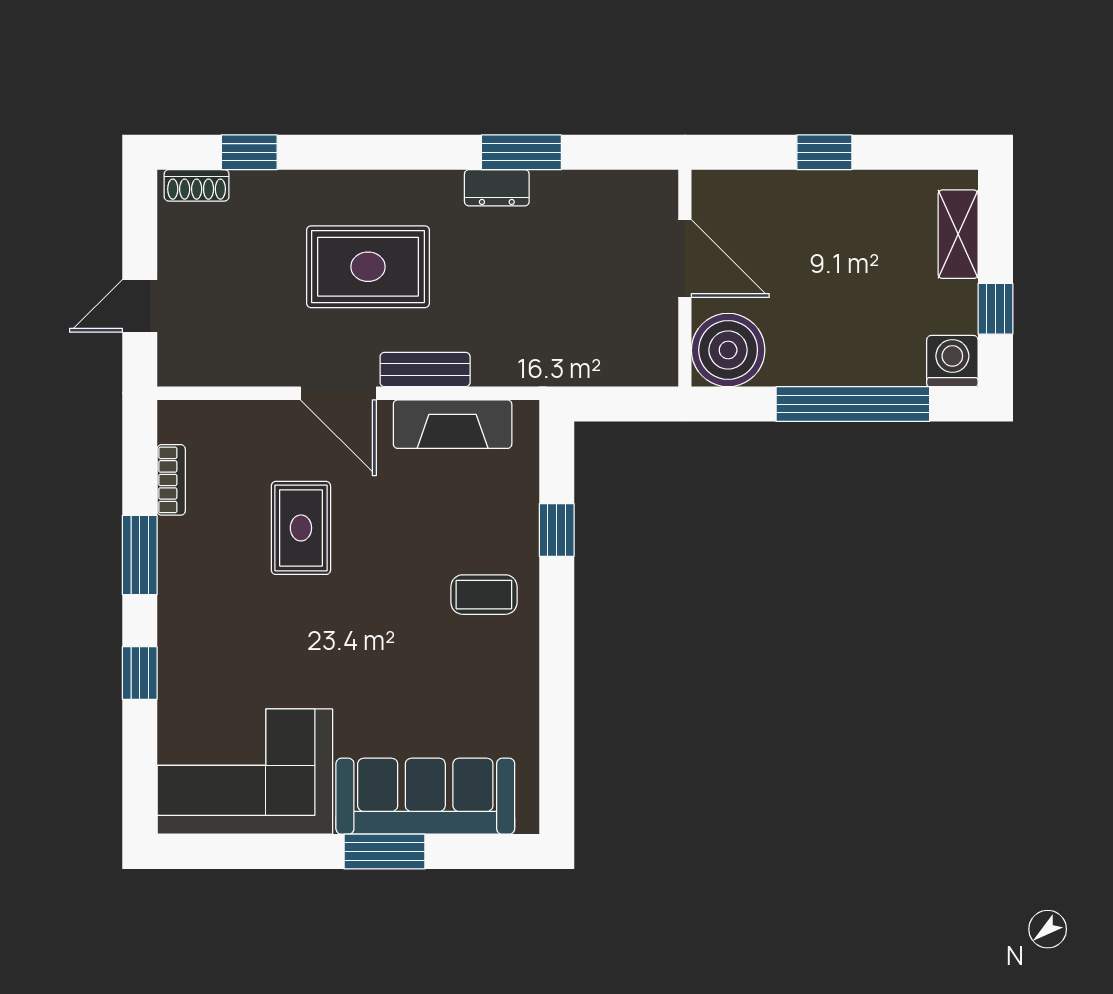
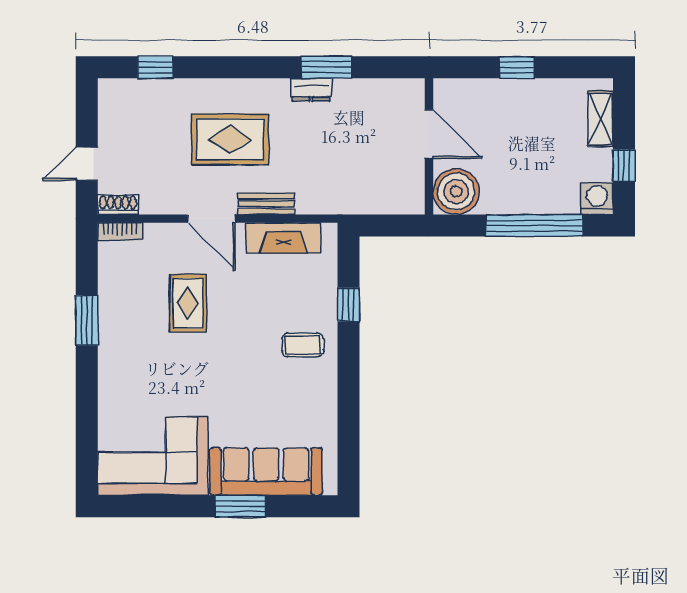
shoe rack: (197, 185) -> (118, 205), moved, turned 180
bookcase: (171, 480) -> (120, 232), moved, turned 90
window: (140, 673) -> (87, 394), removed

